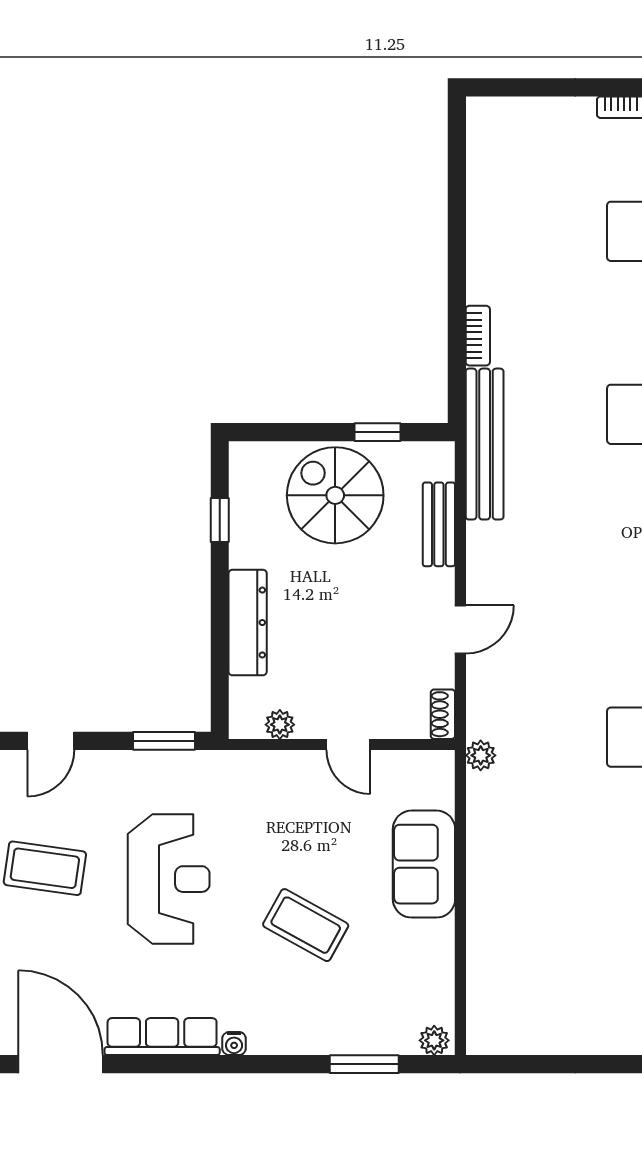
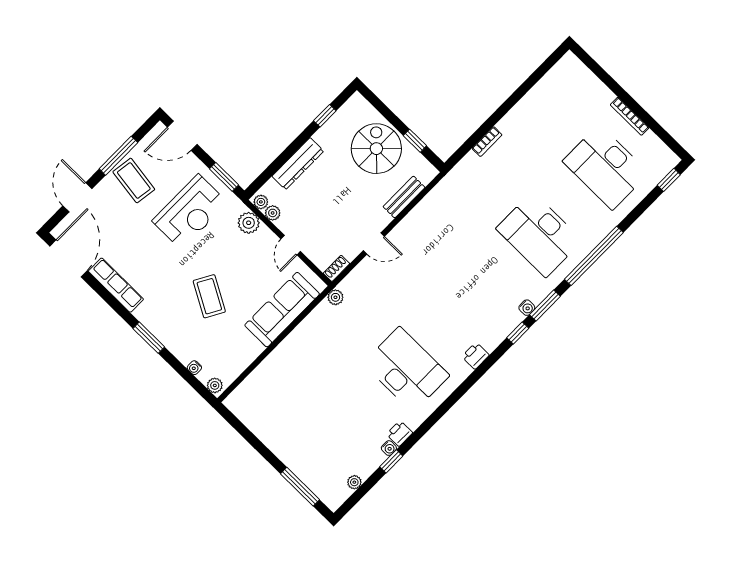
bench: (485, 444) -> (450, 184), removed
plant: (249, 725) -> (261, 202), added
door: (51, 741) -> (182, 136), width x1.38
plant: (260, 771) -> (249, 223), added
sofa: (424, 864) -> (282, 310), width x1.36
reception desk: (169, 879) -> (190, 212), moved
water cooler: (234, 1044) -> (194, 368), moved
window: (364, 1064) -> (149, 338), moved

